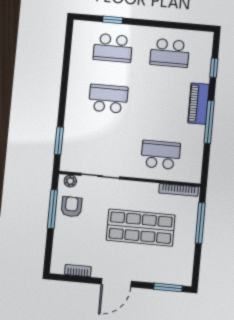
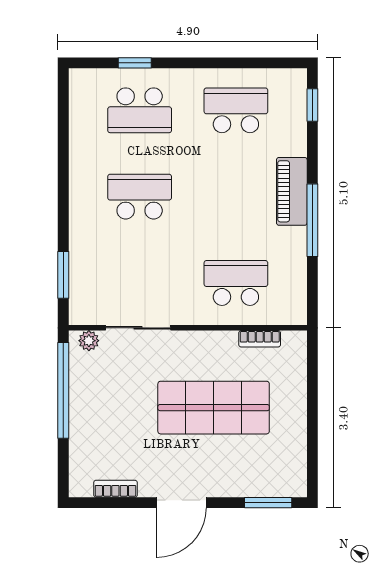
school desk: (170, 53) -> (236, 110), turned 180
window: (214, 68) -> (312, 105), moved
bookcase: (179, 190) -> (260, 339), width x0.64
armchair: (71, 207) -> (95, 383), removed
window: (52, 209) -> (63, 390), width x1.46
window: (200, 223) -> (312, 391), removed

